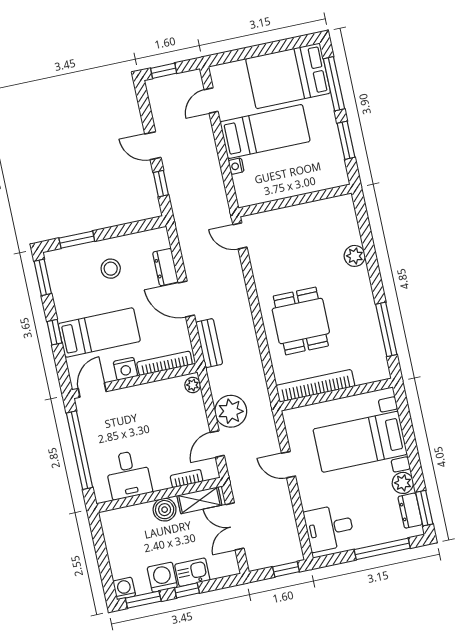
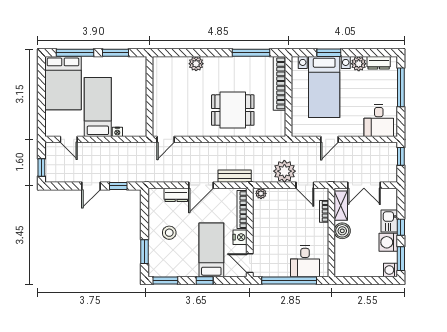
bookcase: (315, 386) -> (279, 83), moved
desk: (128, 475) -> (305, 261), moved, turned 90
window: (424, 508) -> (329, 53), moved

